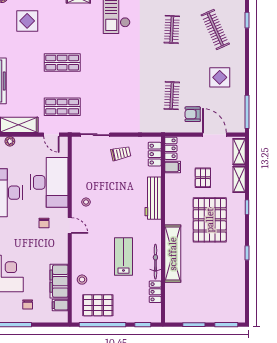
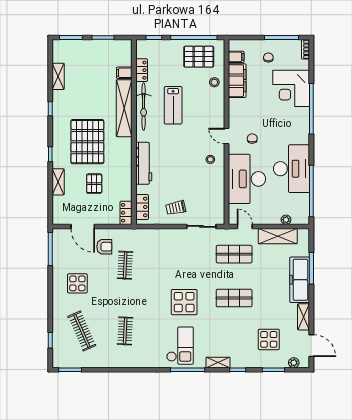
display table: (112, 59) -> (184, 302), added
shelving: (239, 152) -> (58, 76), moved
filing cabinet: (173, 167) -> (124, 73), moved
bicycle: (155, 262) -> (144, 107), width x1.37, depth x1.40

